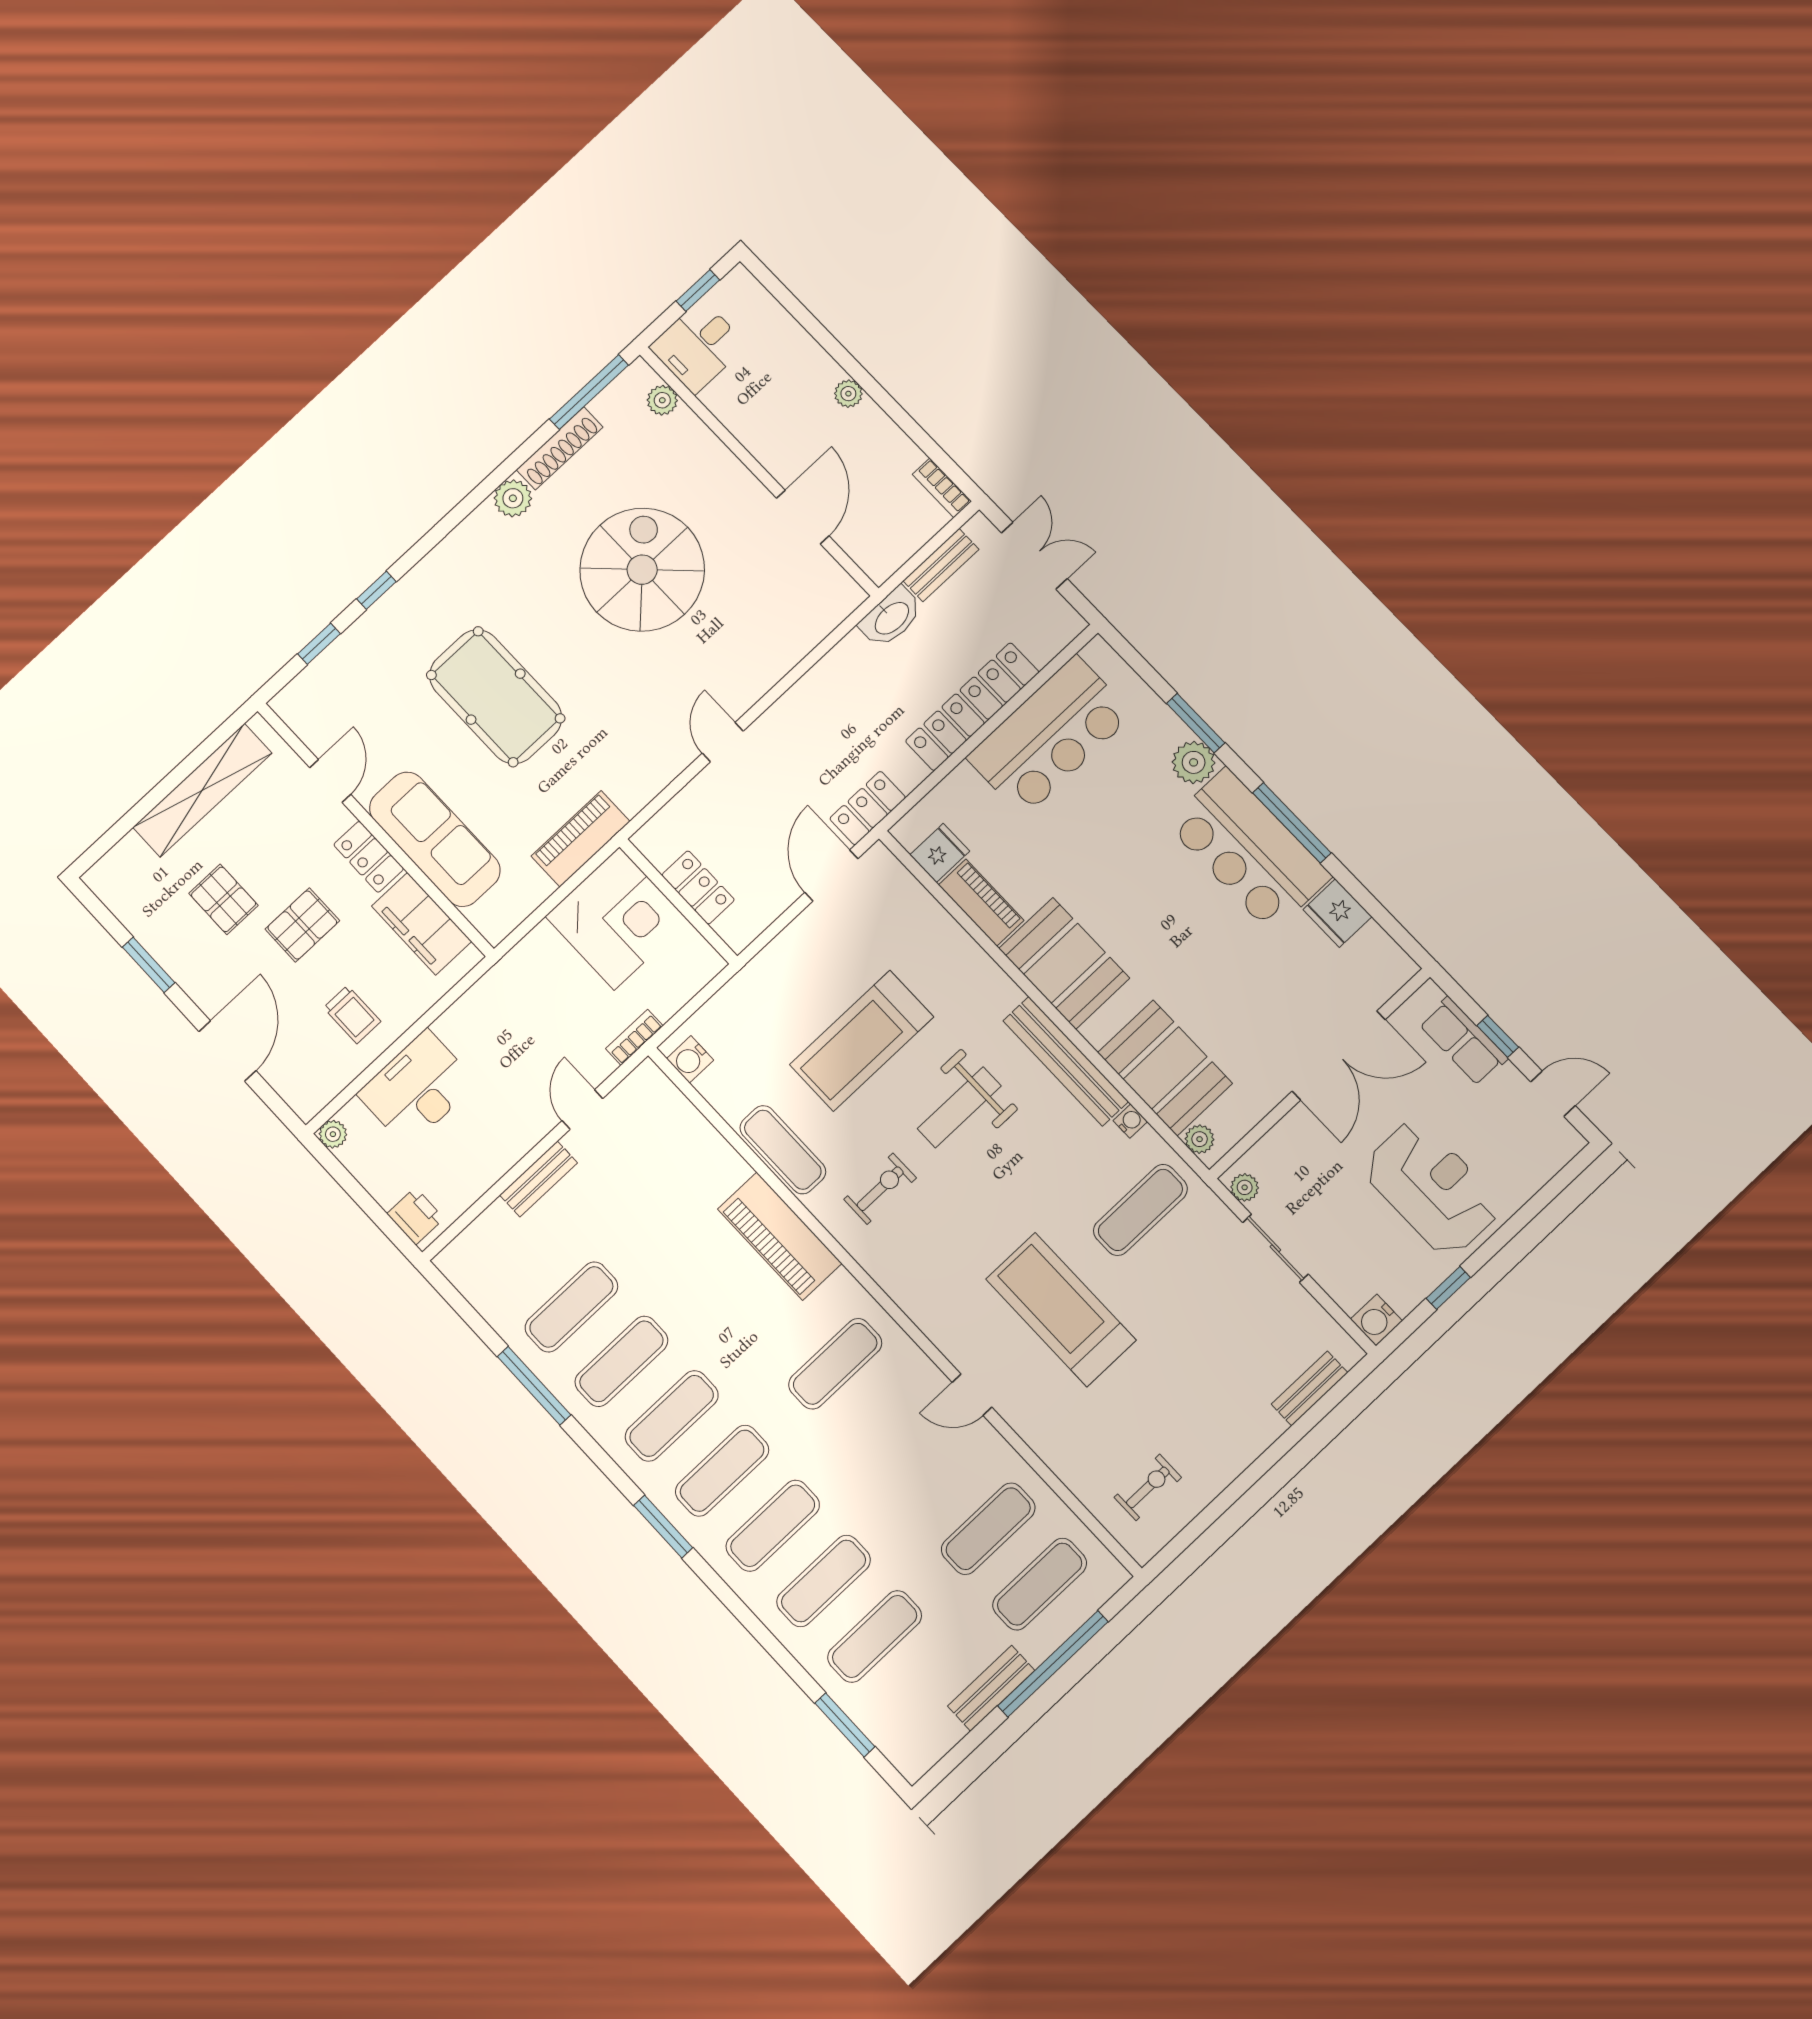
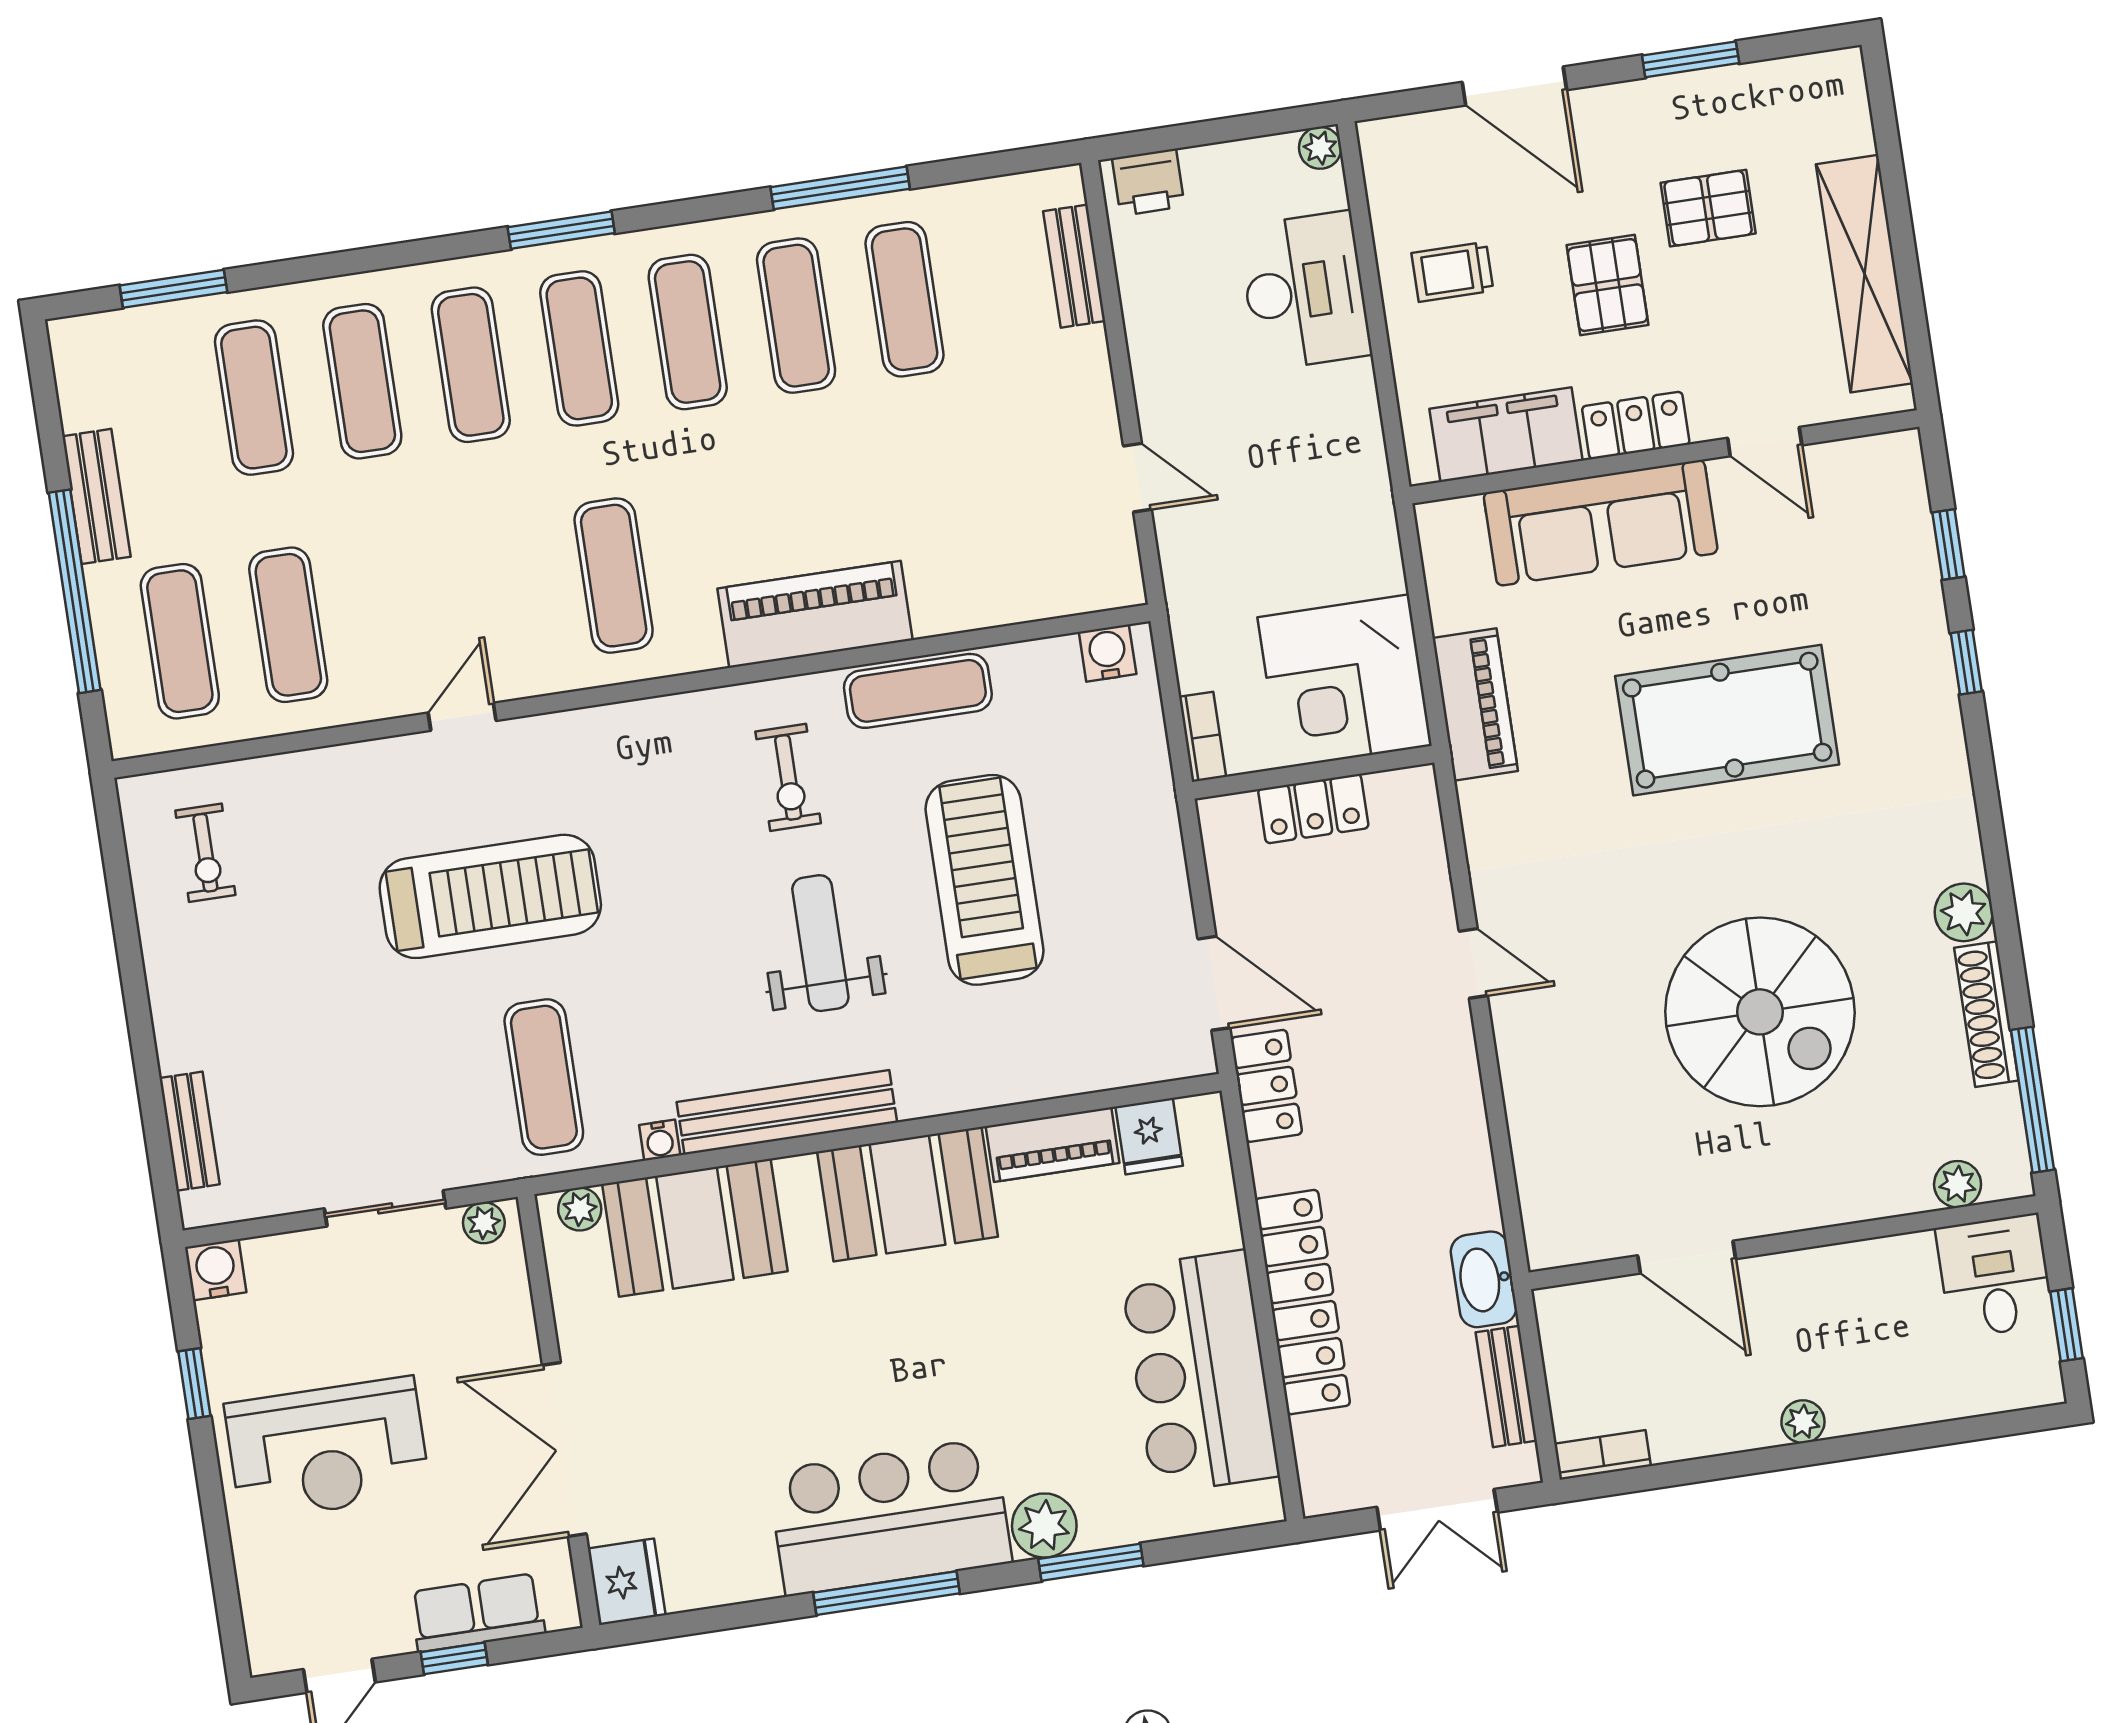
fridge: (1337, 913) -> (627, 1582), moved, turned 90
bookcase: (634, 1037) -> (1202, 737), moved
bench: (539, 1179) -> (1074, 266), moved

